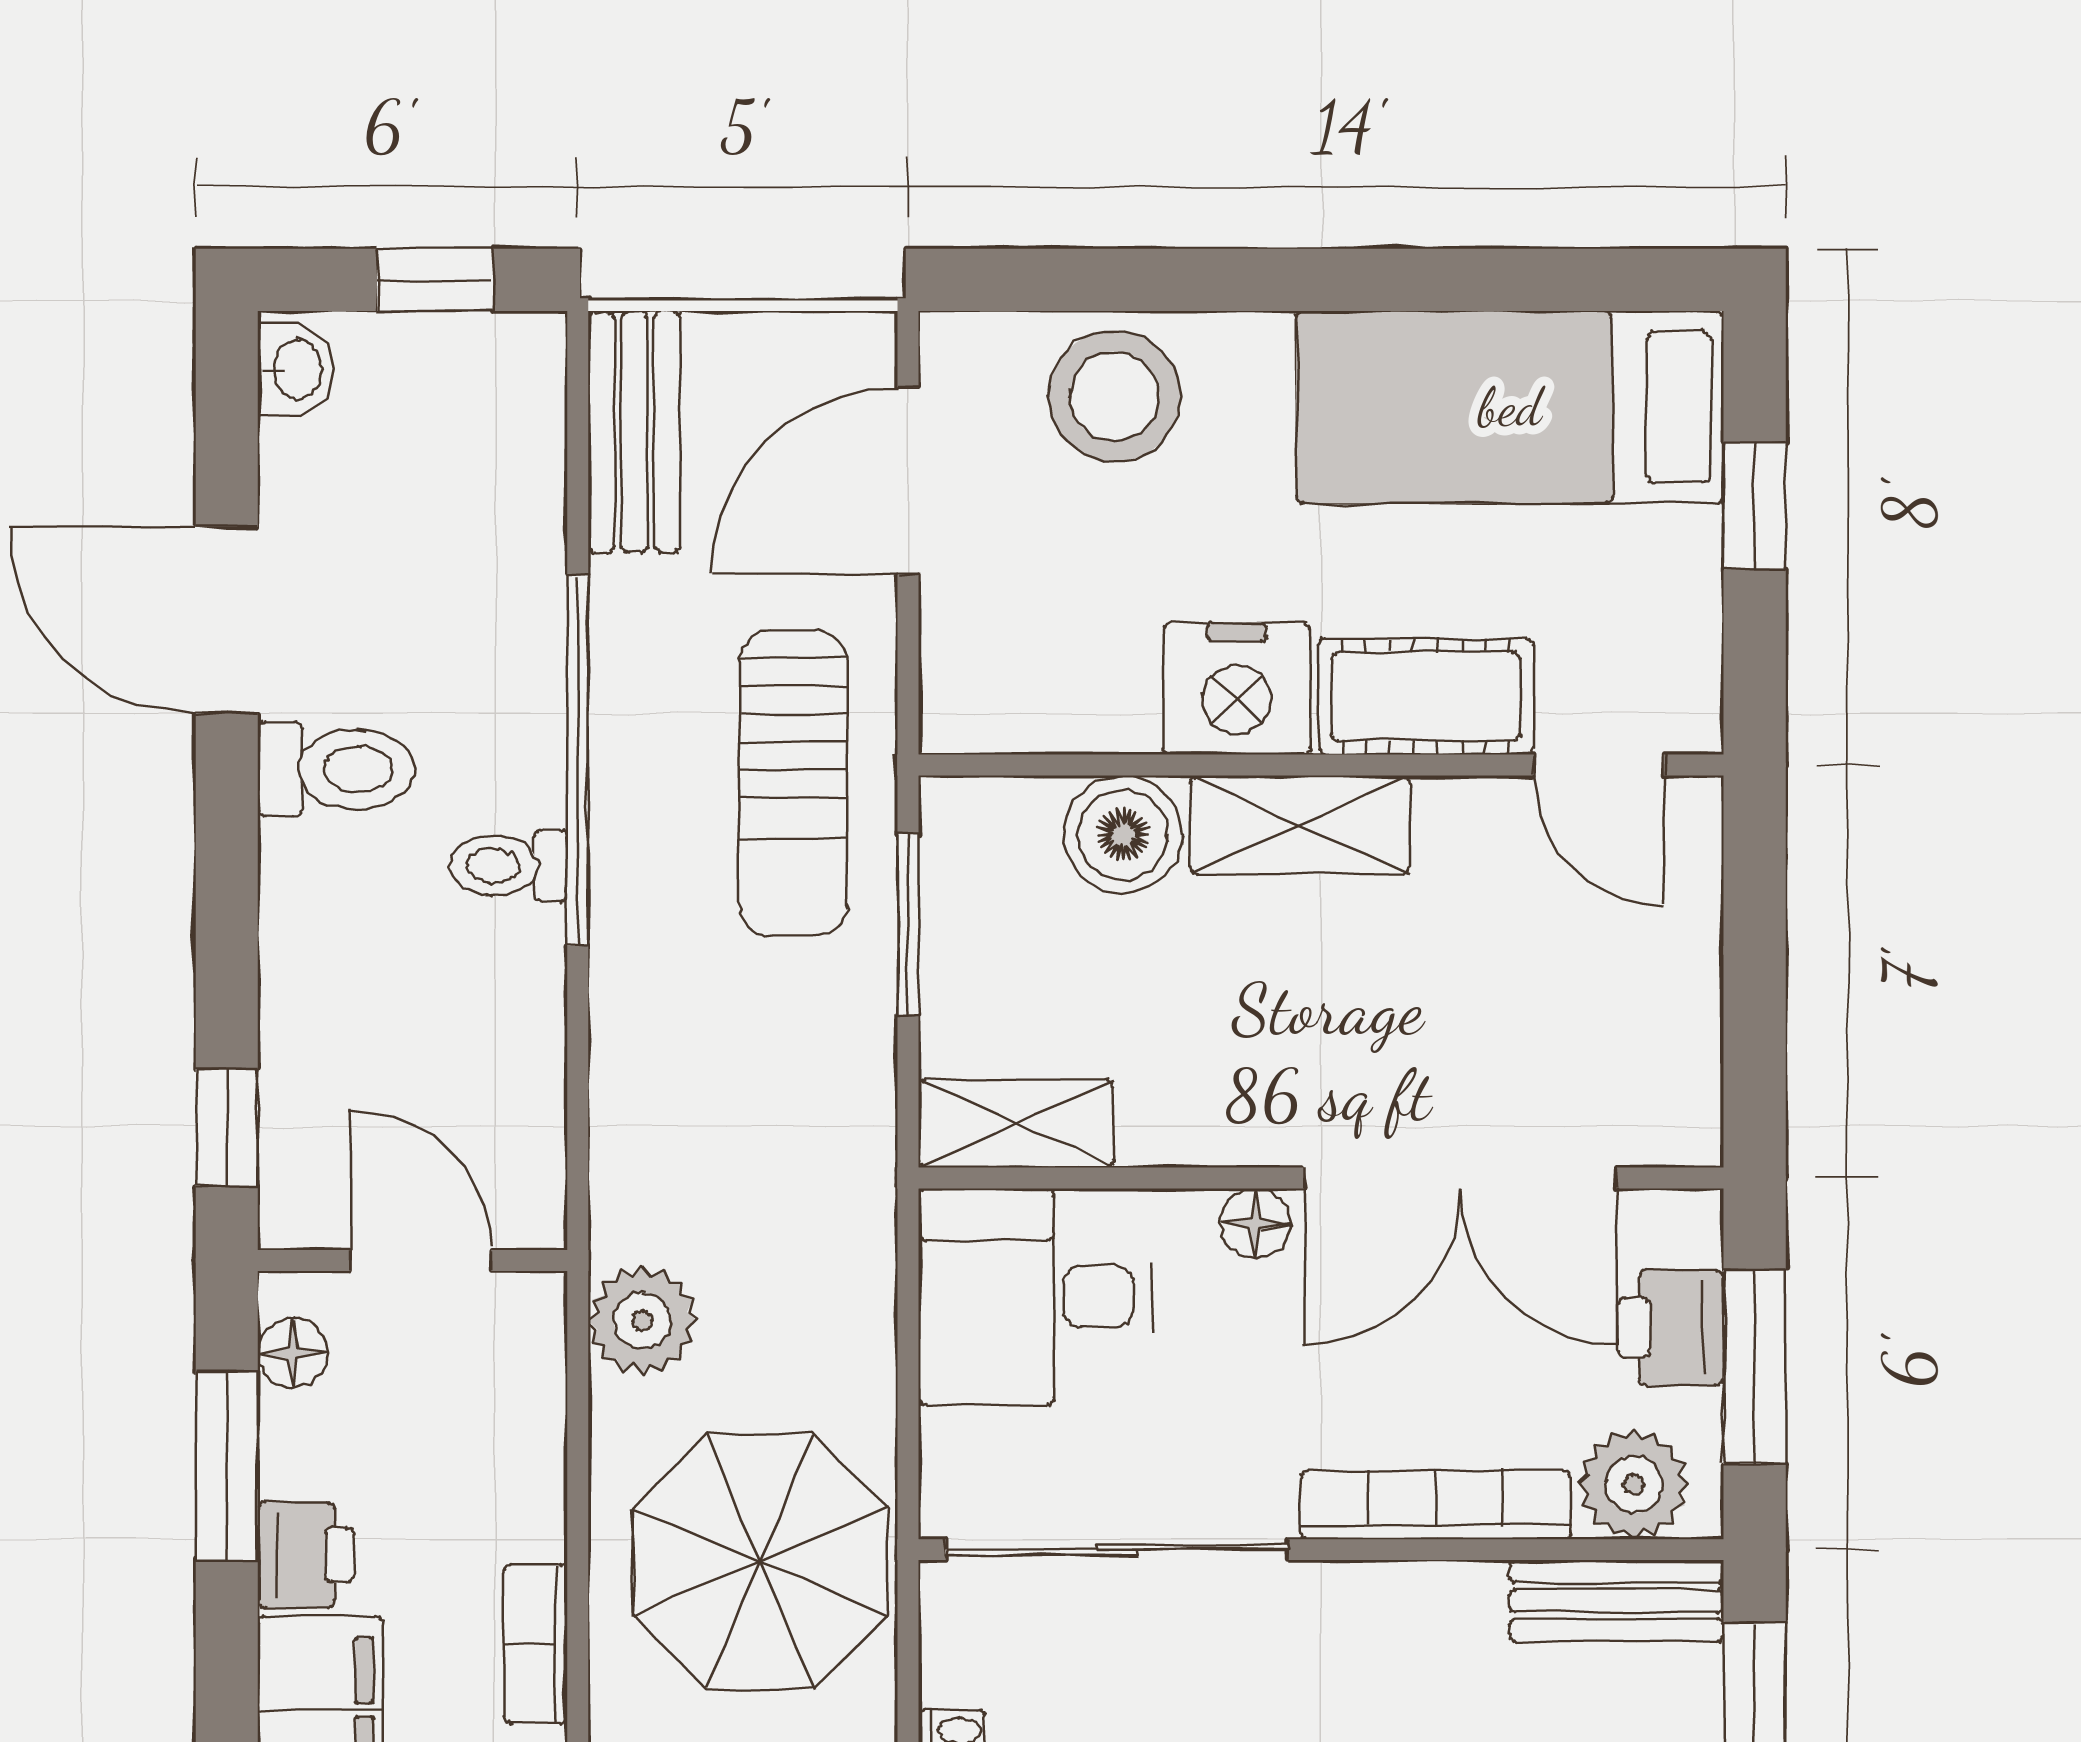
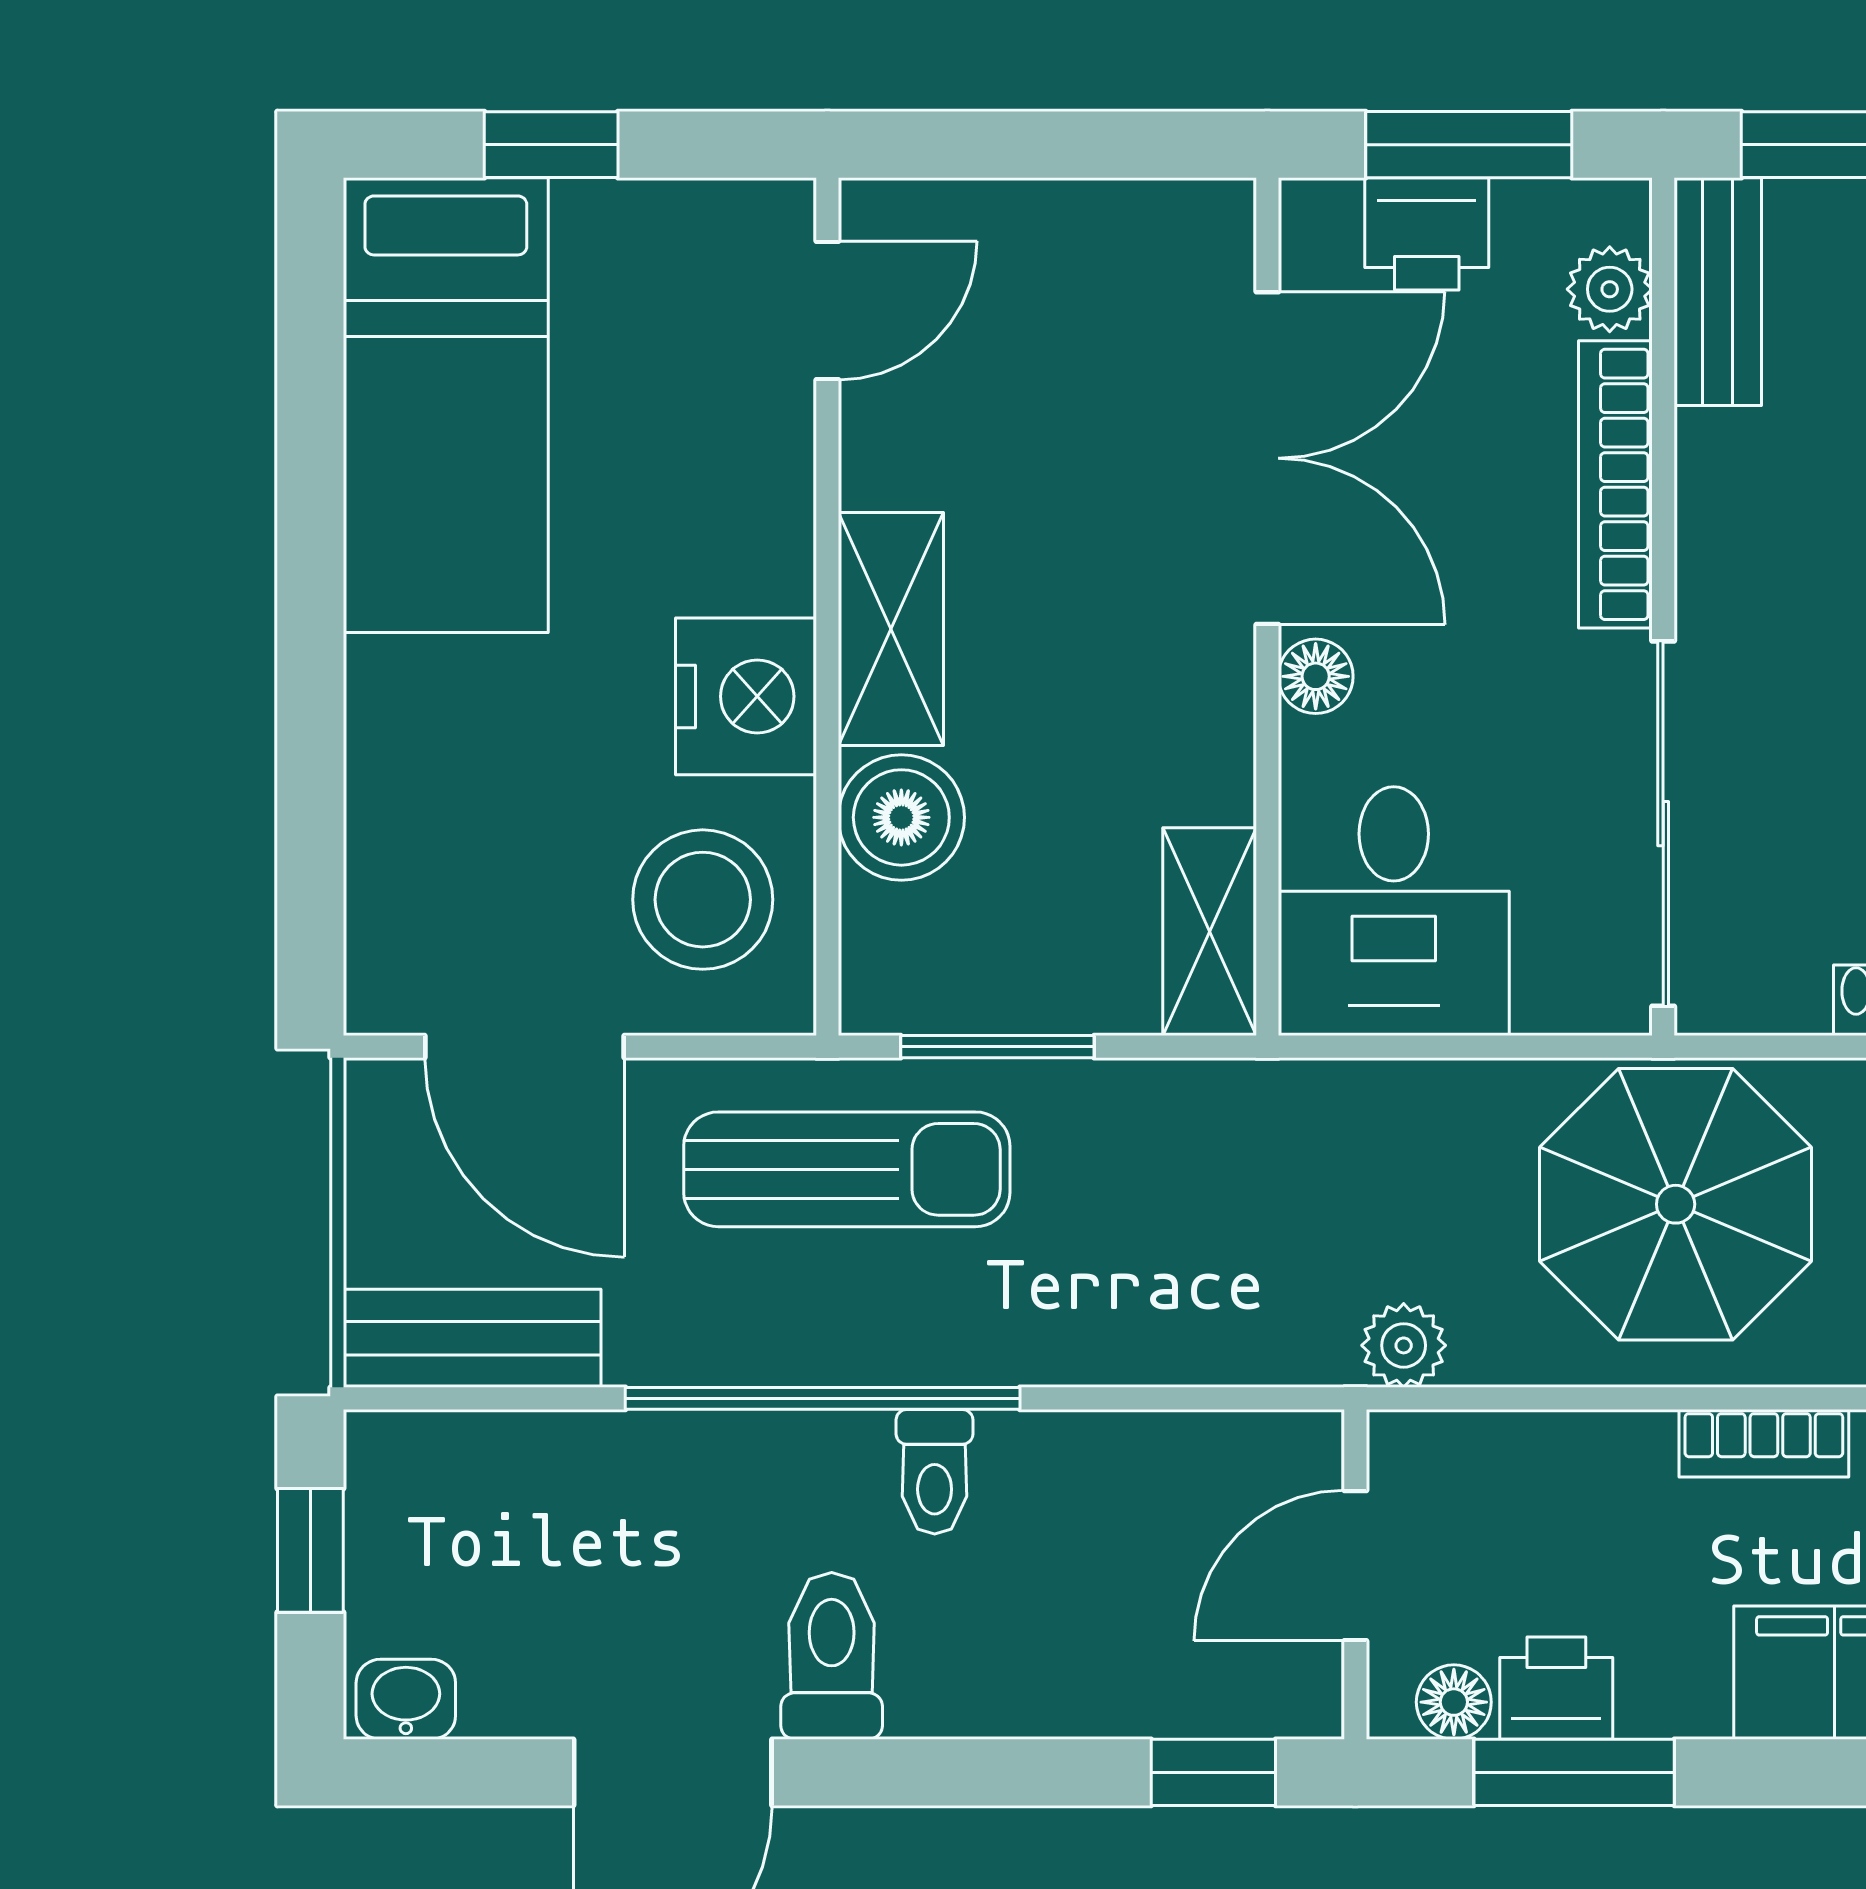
stool: (1114, 396) -> (703, 900), moved
cot: (1426, 696) -> (754, 495), removed
plant: (642, 1321) -> (1404, 1345), width x0.73, depth x0.73
plant: (1634, 1484) -> (1610, 289), width x0.73, depth x0.73
printer: (306, 1555) -> (1556, 1688), moved

